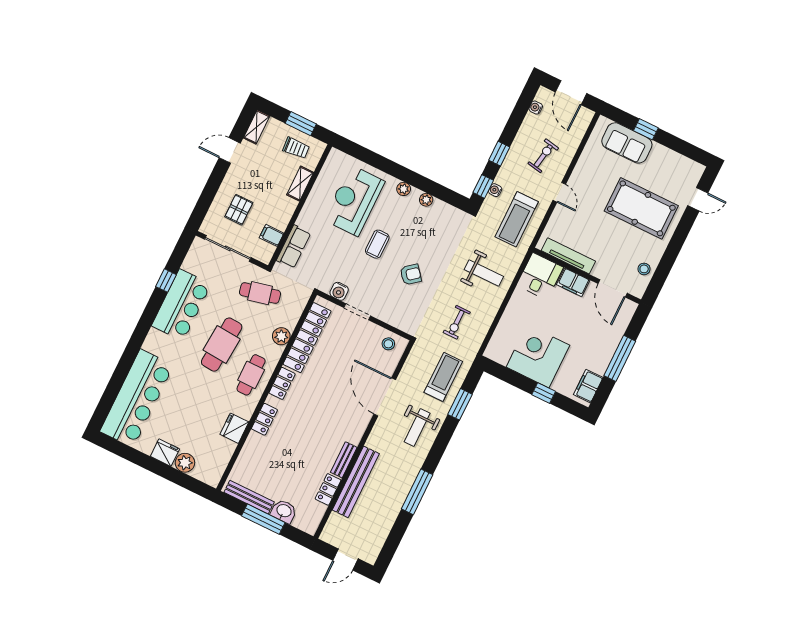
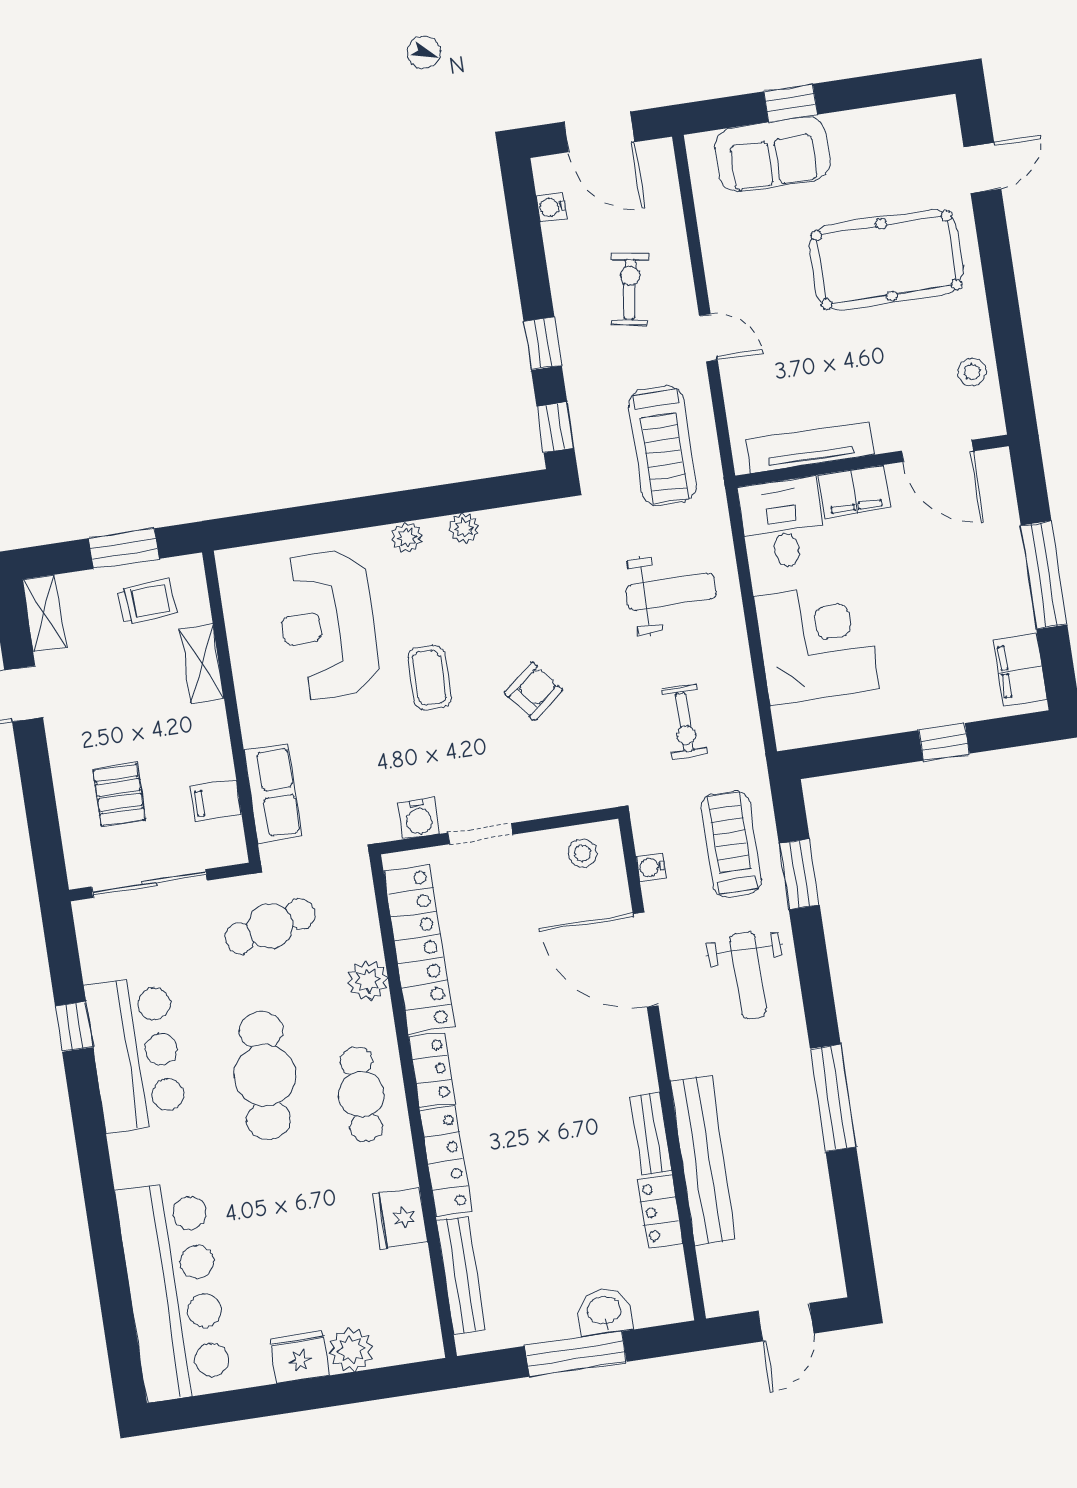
water cooler: (495, 190) -> (651, 867), moved
corner desk: (538, 356) -> (817, 643), moved, turned 90
locker: (264, 419) -> (446, 1161), width x1.53
bench: (249, 497) -> (461, 1275), moved, turned 90

